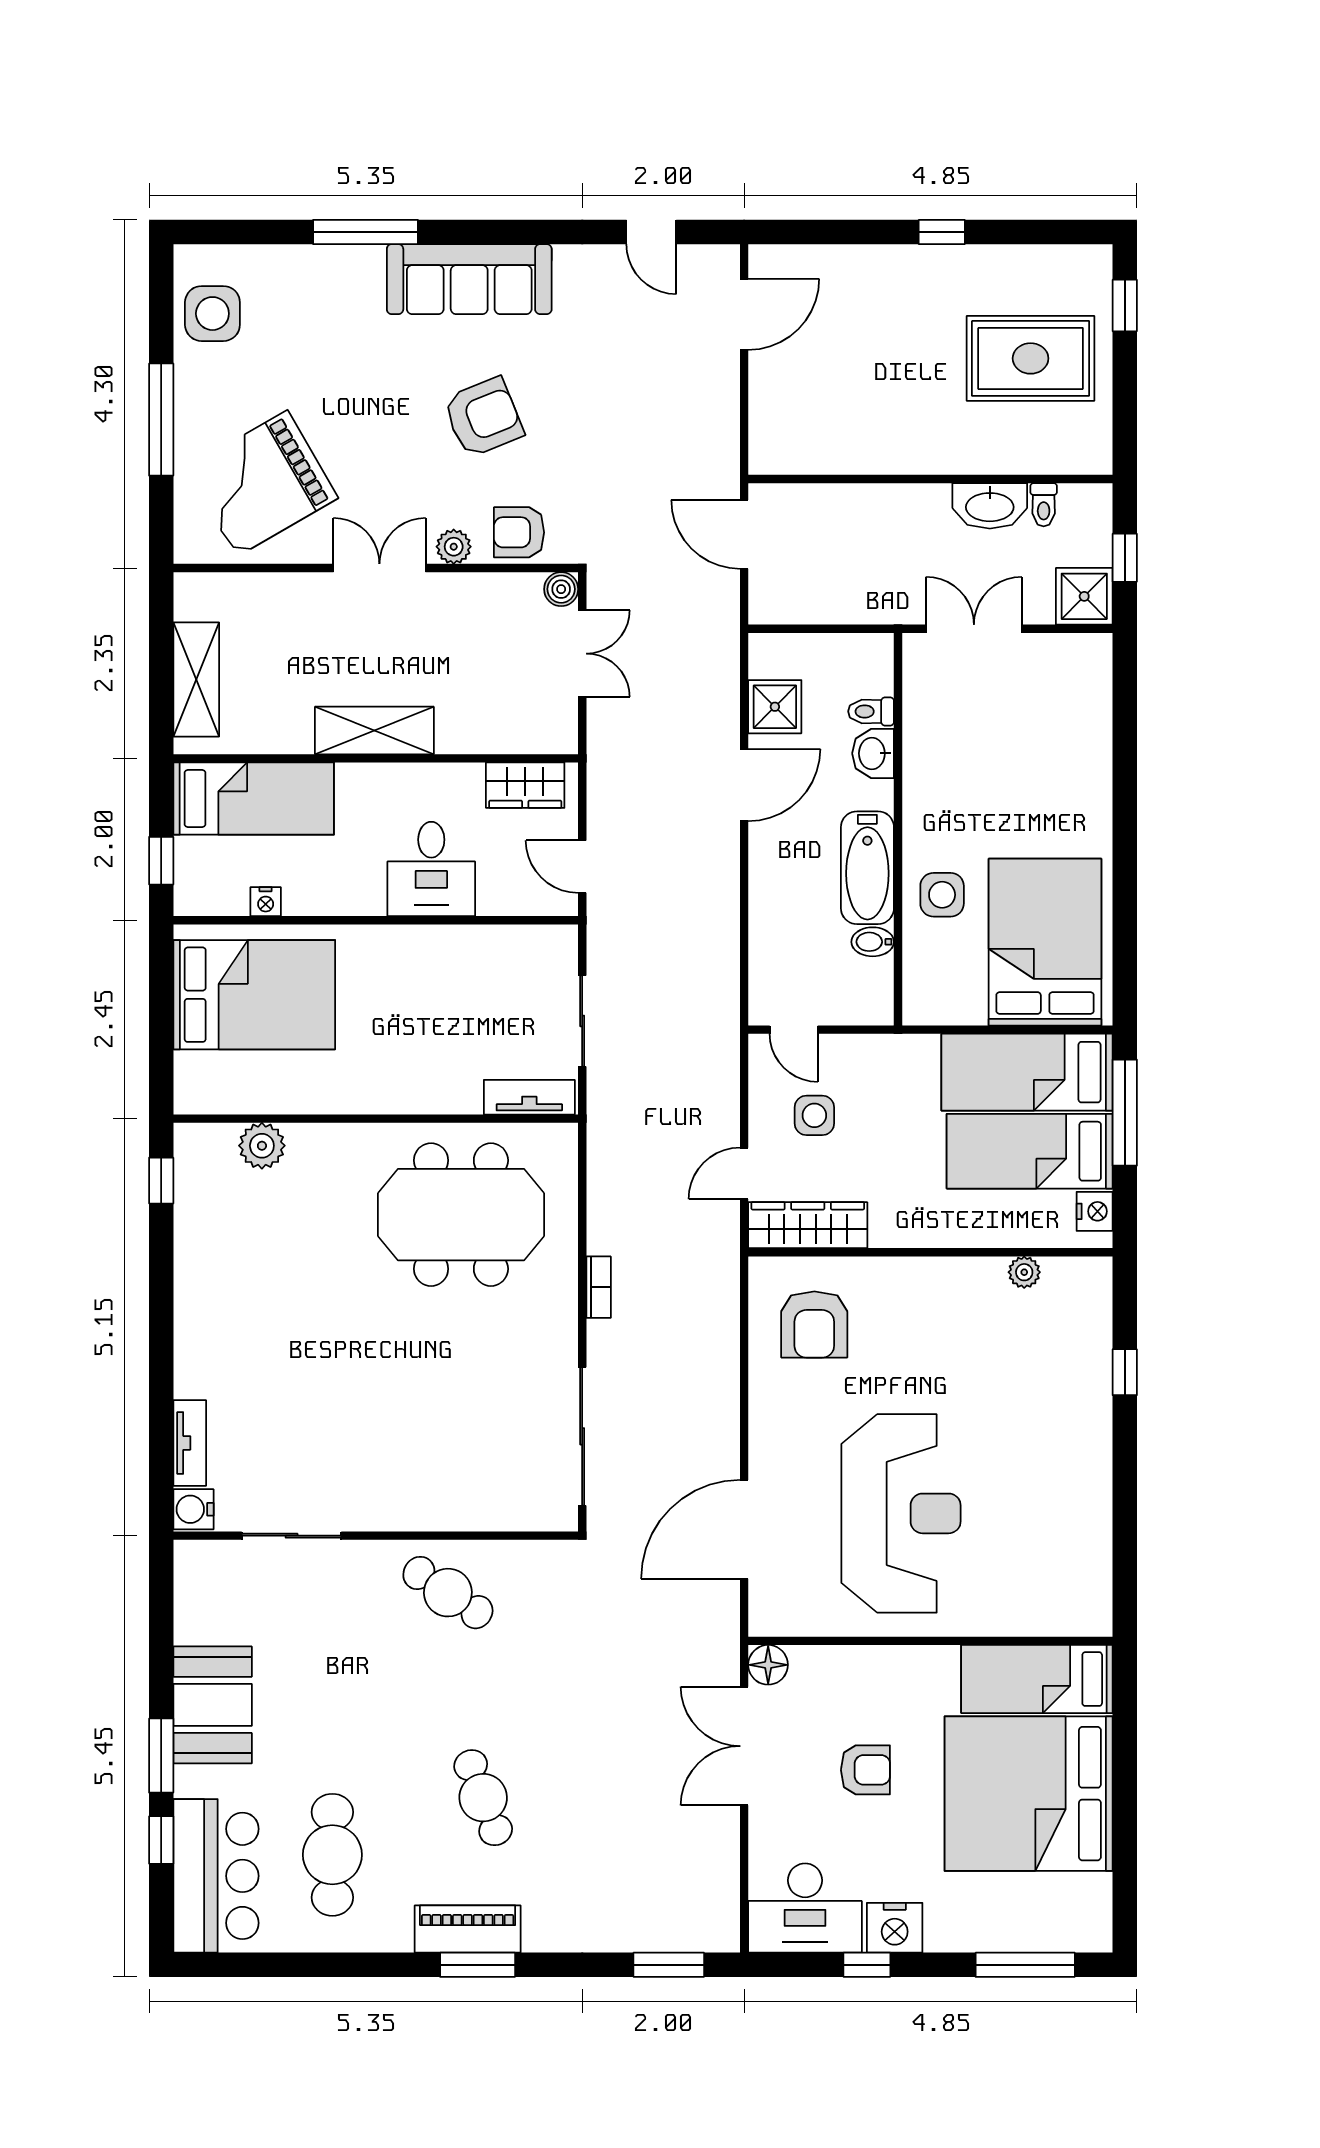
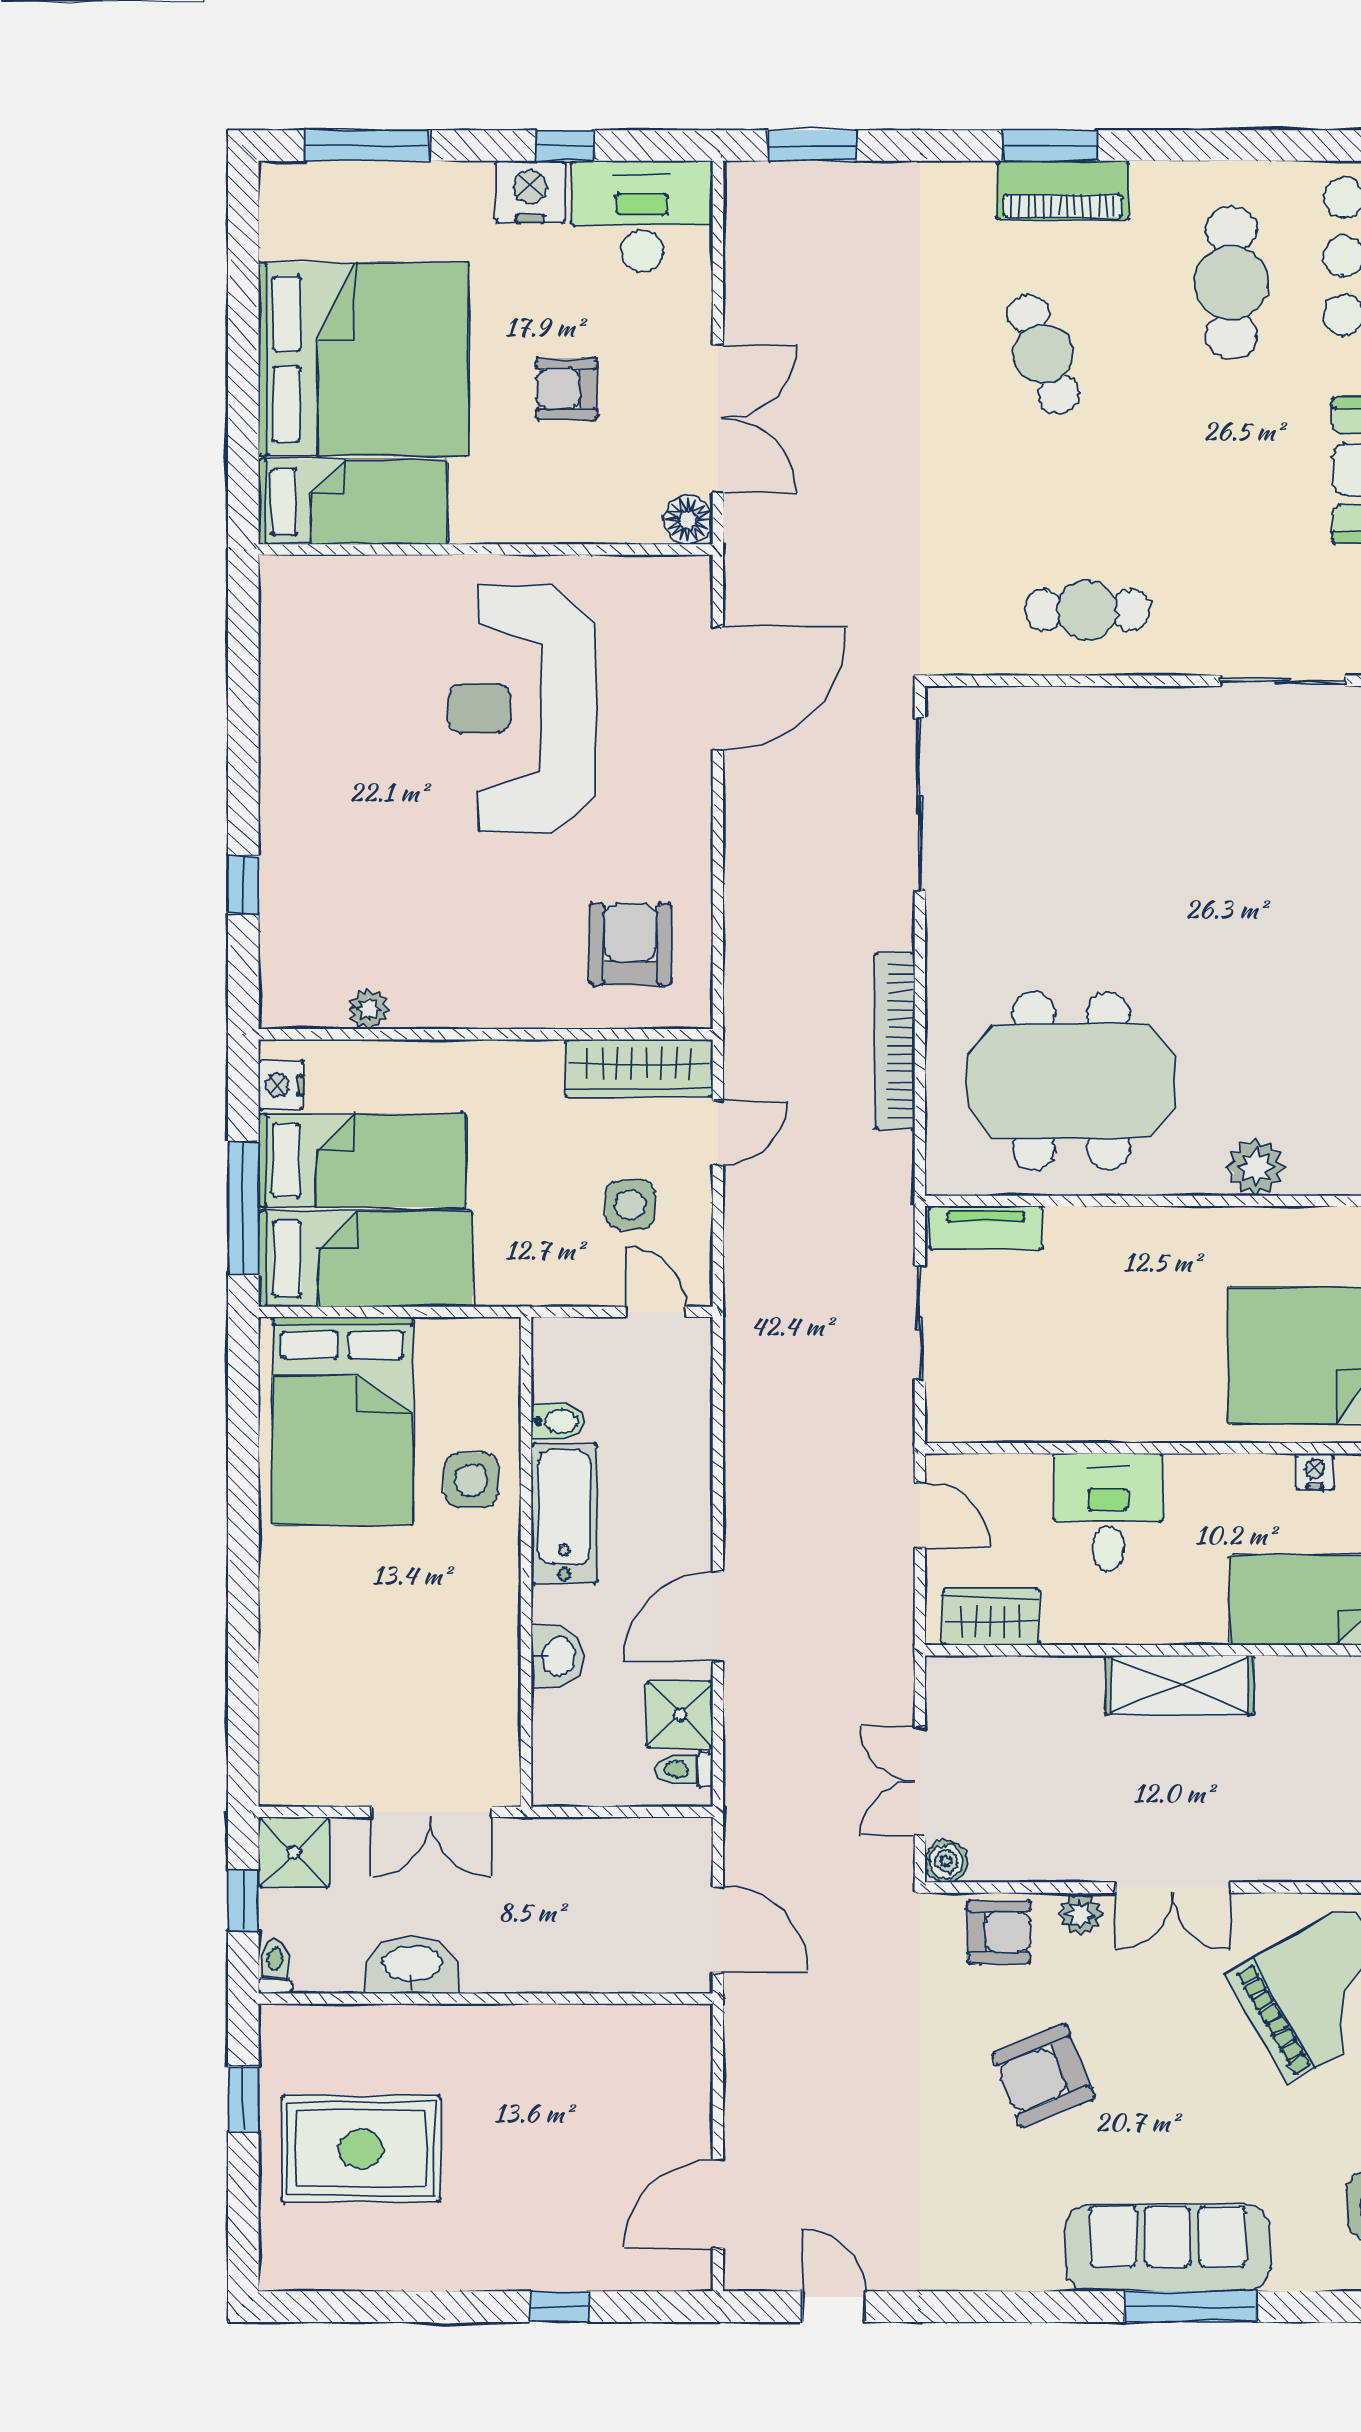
window: (942, 232) -> (559, 2307), moved
sofa: (469, 279) -> (1167, 2248), moved
window: (1125, 305) -> (243, 2099), moved
toilet: (1044, 505) -> (275, 1966), moved
toilet: (871, 711) -> (684, 1769), moved, turned 180
plant: (262, 1146) -> (1256, 1167), moved
bookcase: (599, 1287) -> (895, 1041), width x2.31, depth x1.31
cafe table: (448, 1593) -> (1087, 610), turned -34

